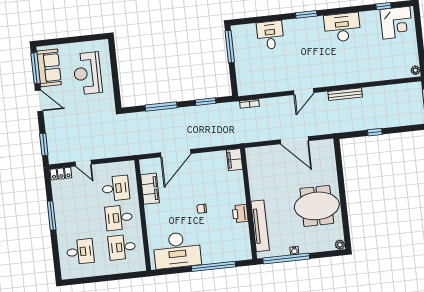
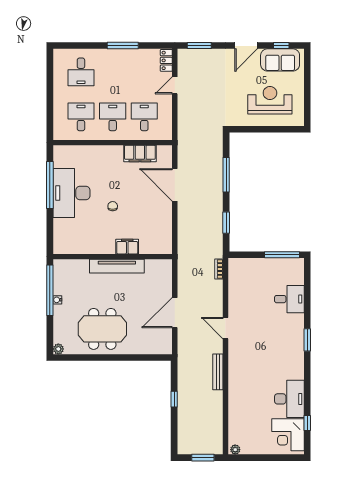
desk: (342, 27) -> (289, 399), moved
window: (36, 68) -> (281, 46), width x0.46
filing cabinet: (234, 160) -> (127, 247), moved
desk: (116, 188) -> (144, 117), turned 180
meeting table: (317, 206) -> (102, 329), turned 90
printer: (240, 214) -> (103, 247), removed
tv unit: (260, 226) -> (117, 266), moved
desk: (177, 250) -> (71, 193), moved
window: (213, 266) -> (50, 185), moved

